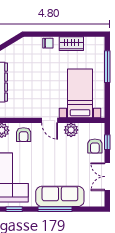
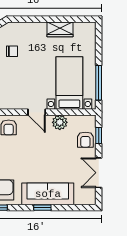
chair: (48, 43) -> (12, 51), moved
window: (107, 67) -> (99, 83), moved
window: (55, 209) -> (42, 208), width x0.46

